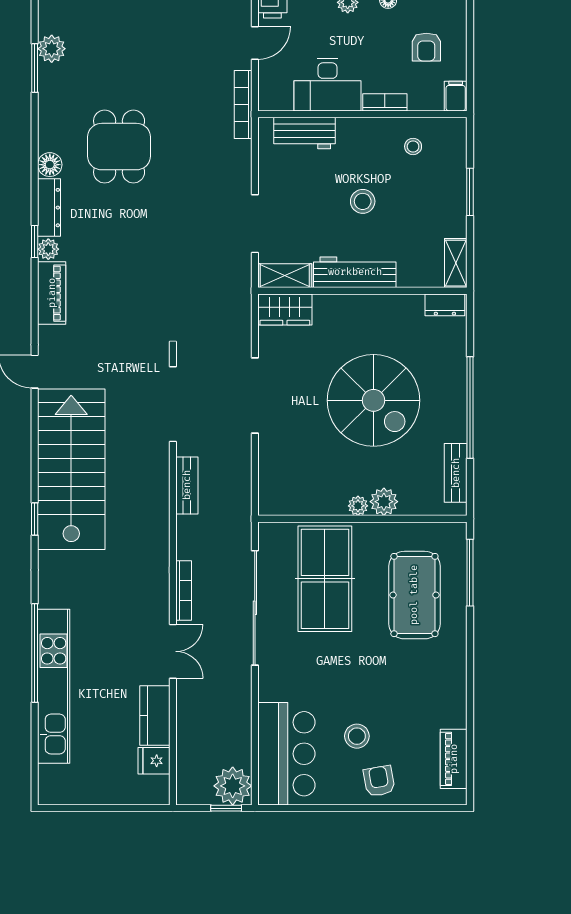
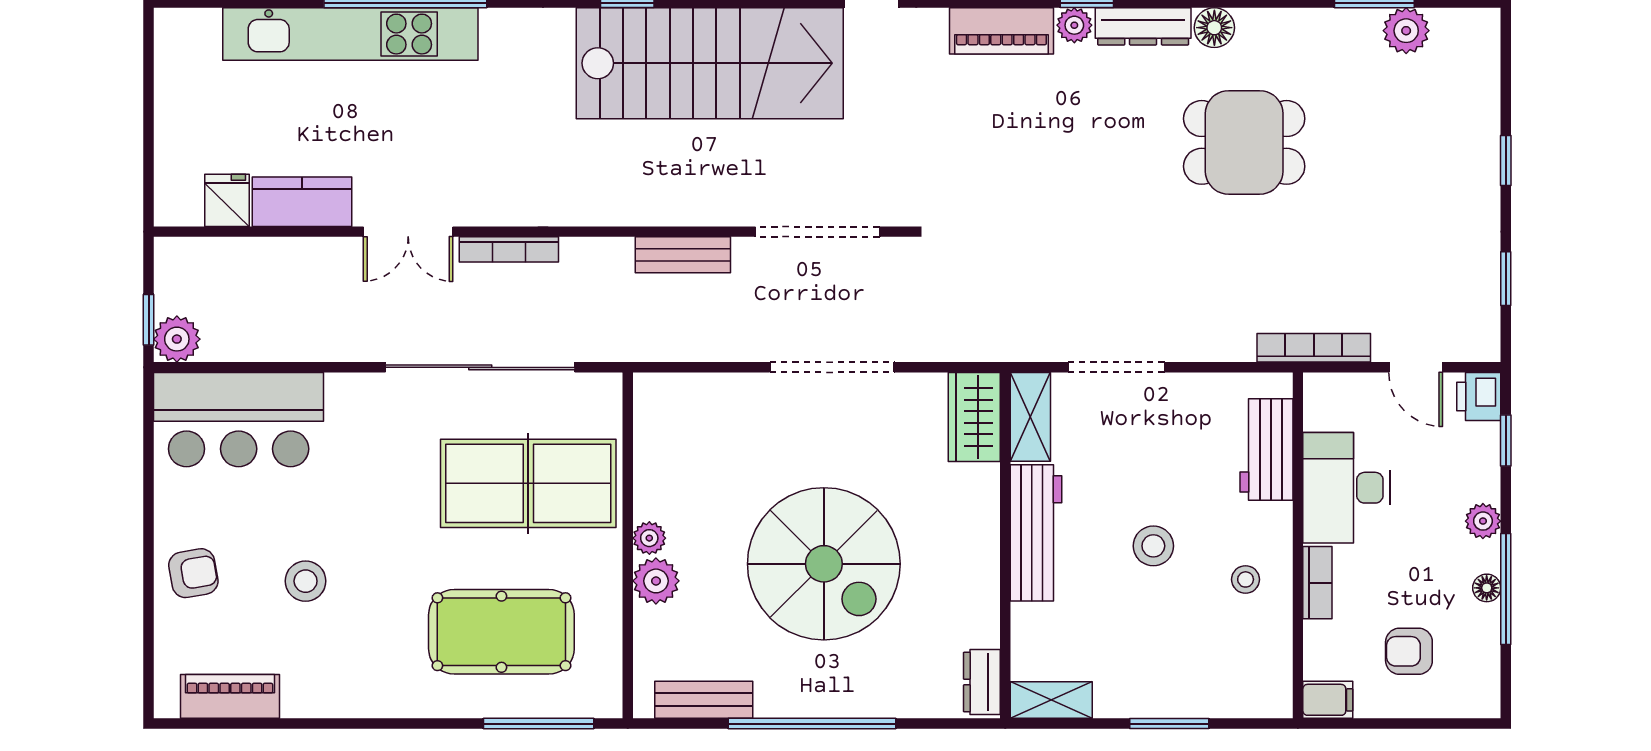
stool: (413, 146) -> (1246, 579), moved
spiral stairs: (374, 400) -> (824, 564), turned -90
stool: (357, 736) -> (306, 581), moved
plant: (233, 786) -> (177, 339), width x0.73, depth x0.73

